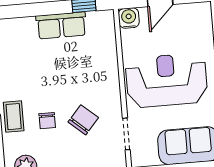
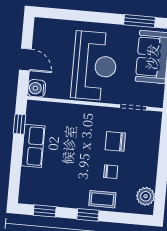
reception desk: (166, 80) -> (94, 66), turned 180
chair: (83, 120) -> (115, 141), turned -41

